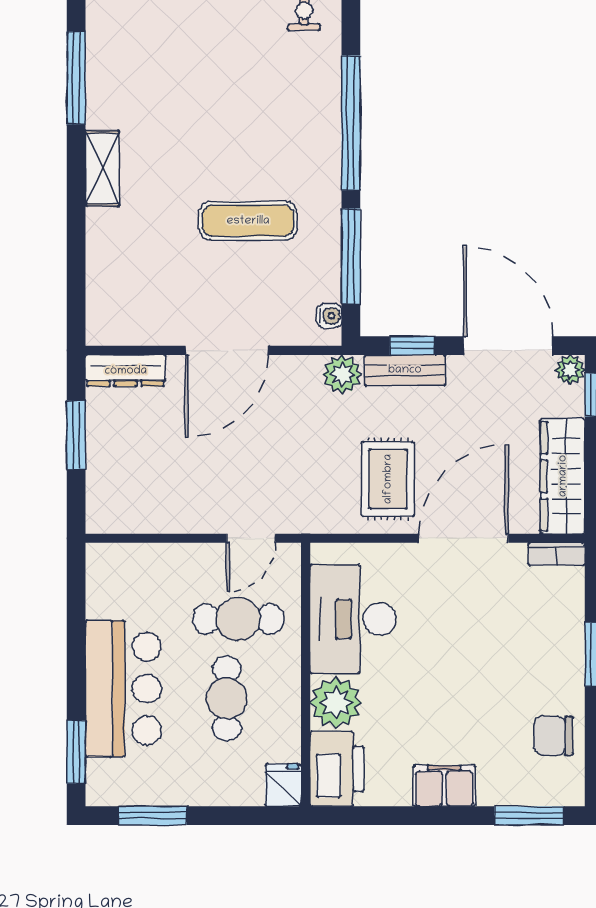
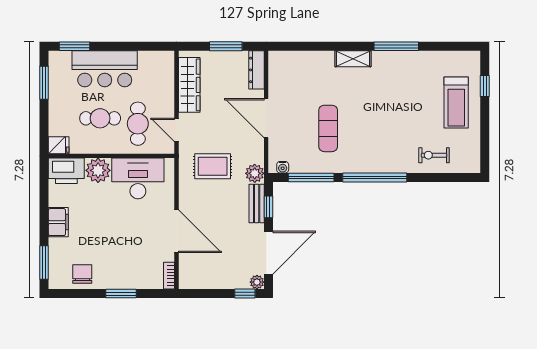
wardrobe: (563, 476) -> (189, 85), moved, turned 90
rug: (388, 479) -> (213, 166), moved

